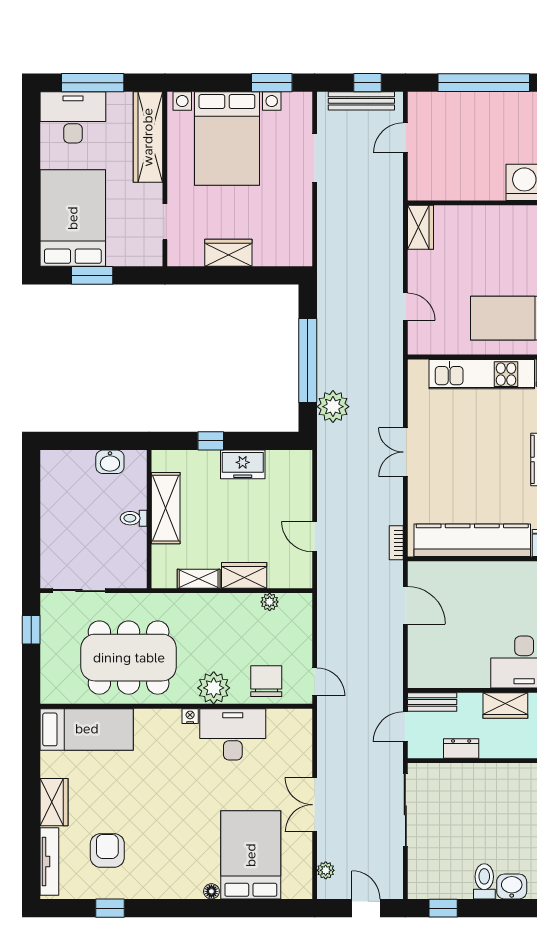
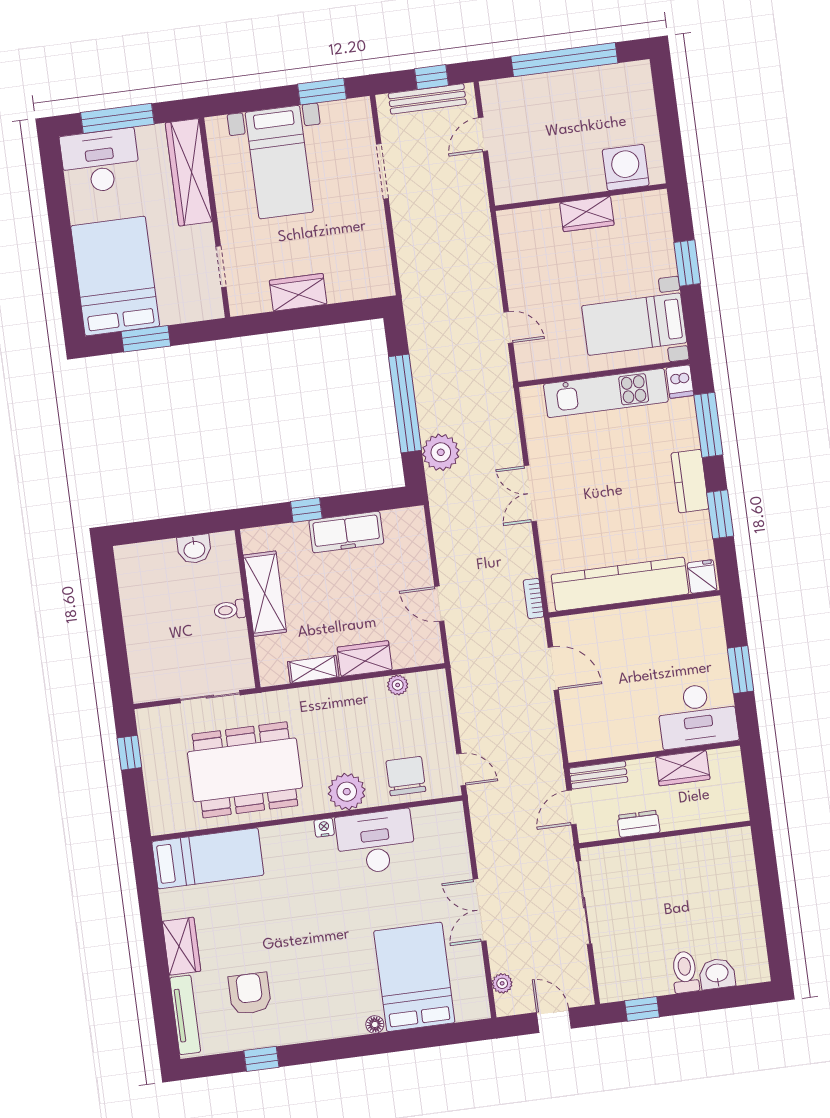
bed with nightstands: (227, 139) -> (279, 162), width x0.73
wardrobe: (420, 227) -> (587, 214), moved, turned 90
freezer: (243, 464) -> (346, 532), width x1.40
sliding door: (79, 591) -> (210, 697), moved

